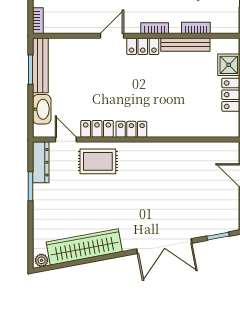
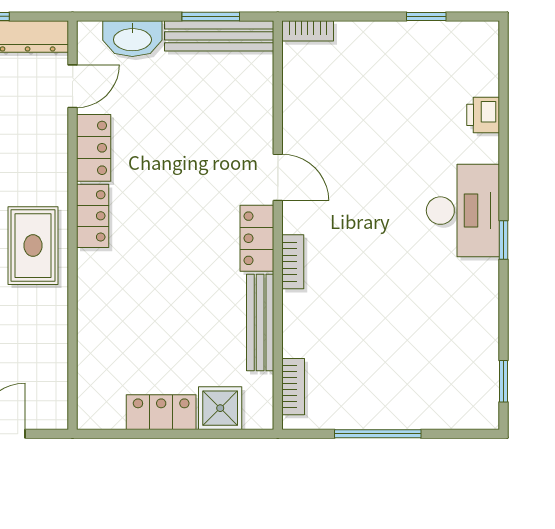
bookcase: (196, 28) -> (293, 387), moved
rug: (98, 161) -> (33, 246), moved

